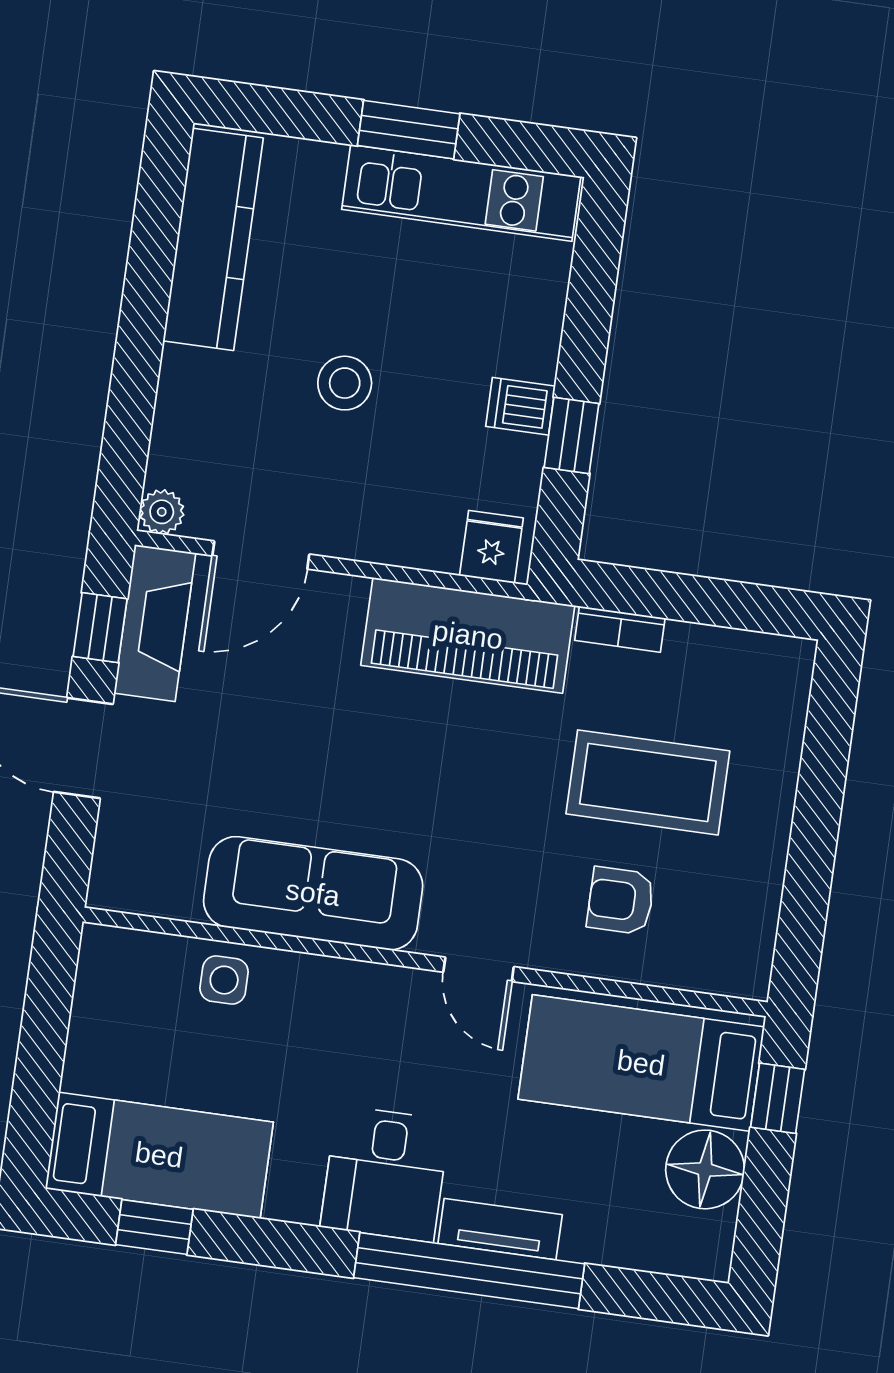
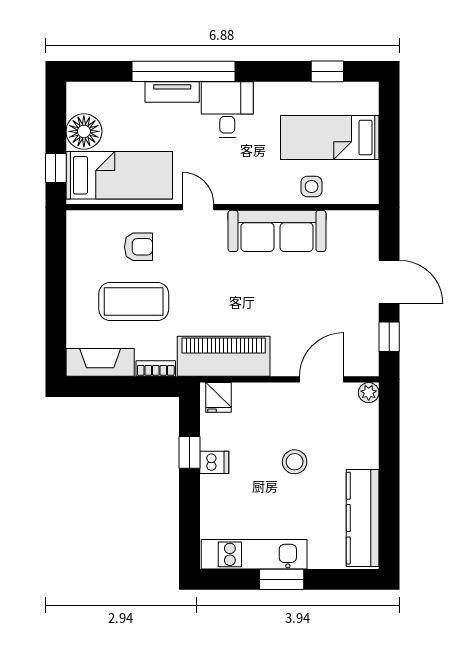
fireplace: (155, 623) -> (100, 362), moved, turned 90
bed: (159, 1155) -> (330, 137), moved

